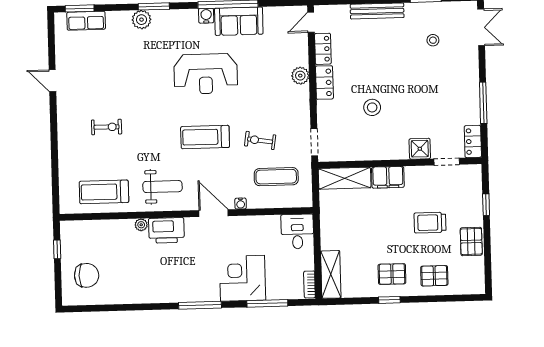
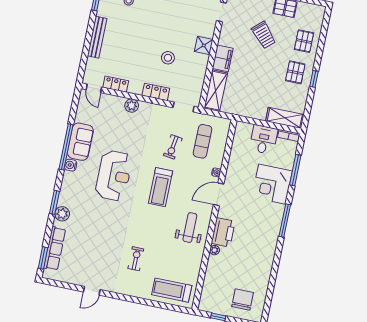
row of seats: (86, 21) -> (55, 248), width x1.48
locker: (324, 82) -> (156, 92), moved
shower: (420, 149) -> (204, 46), moved
treadmill: (104, 192) -> (172, 290), moved, turned 90
trolley: (430, 223) -> (264, 35), turned -42
desk: (297, 231) -> (264, 140), moved, turned 90

